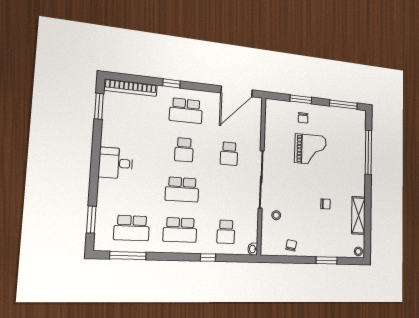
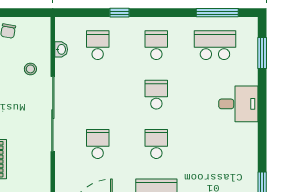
desk: (116, 163) -> (238, 104), moved
school desk: (182, 190) -> (156, 95), width x0.54
school desk: (180, 230) -> (156, 45), width x0.54
washbasin: (253, 249) -> (61, 49), moved

